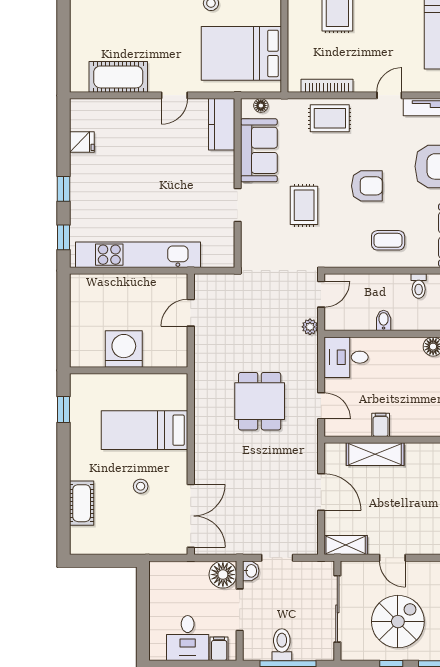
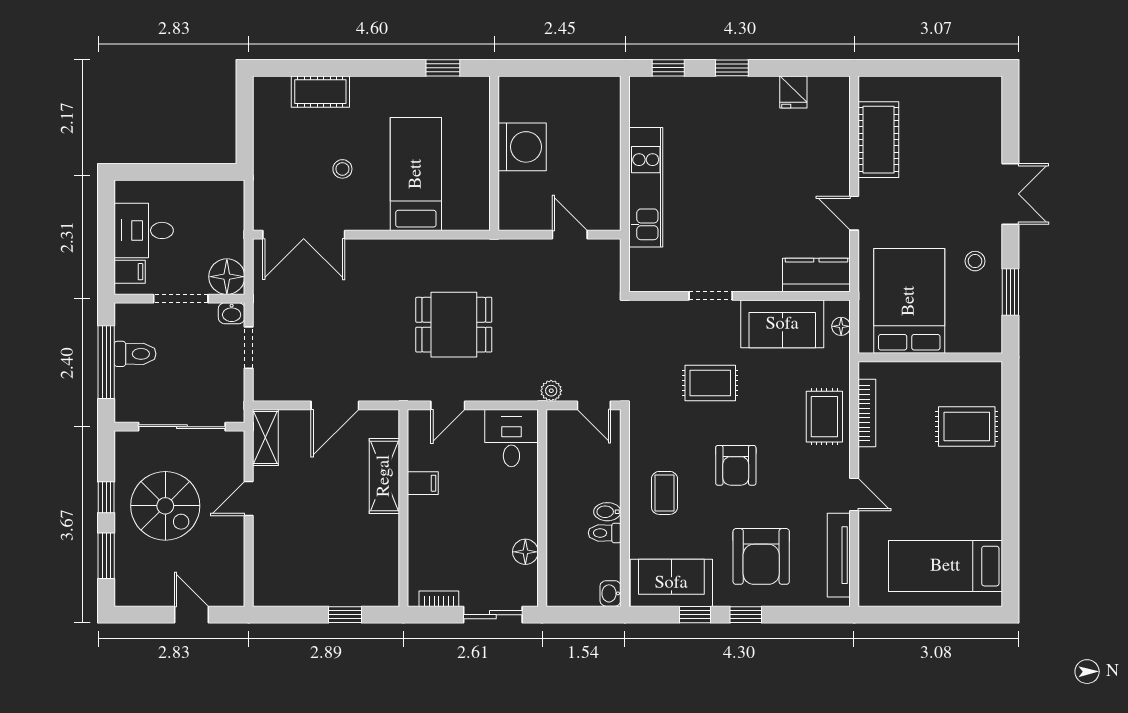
kitchen unit: (138, 255) -> (646, 187), width x0.73
bidet: (384, 320) -> (607, 512), moved, turned 180

